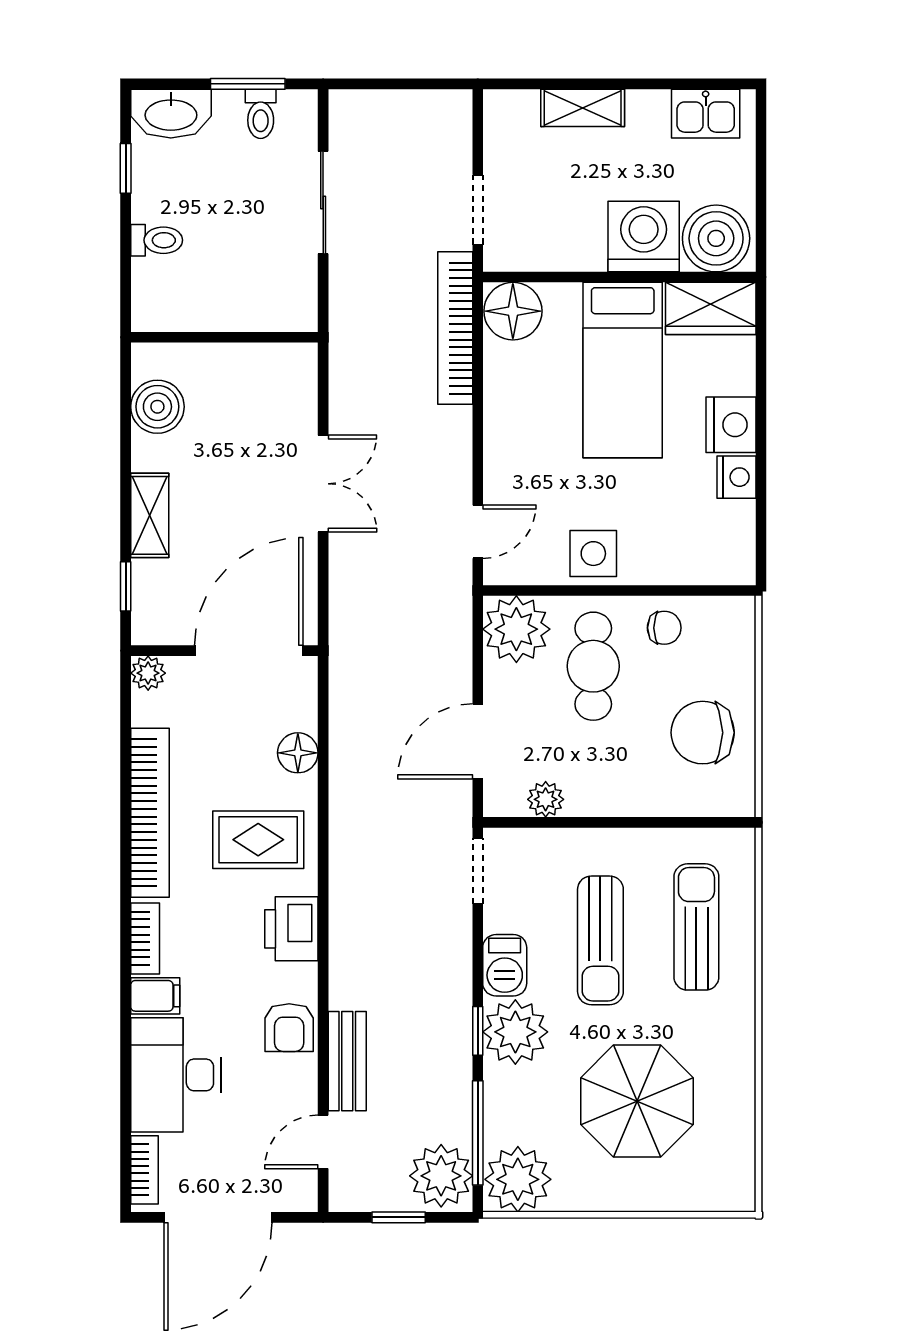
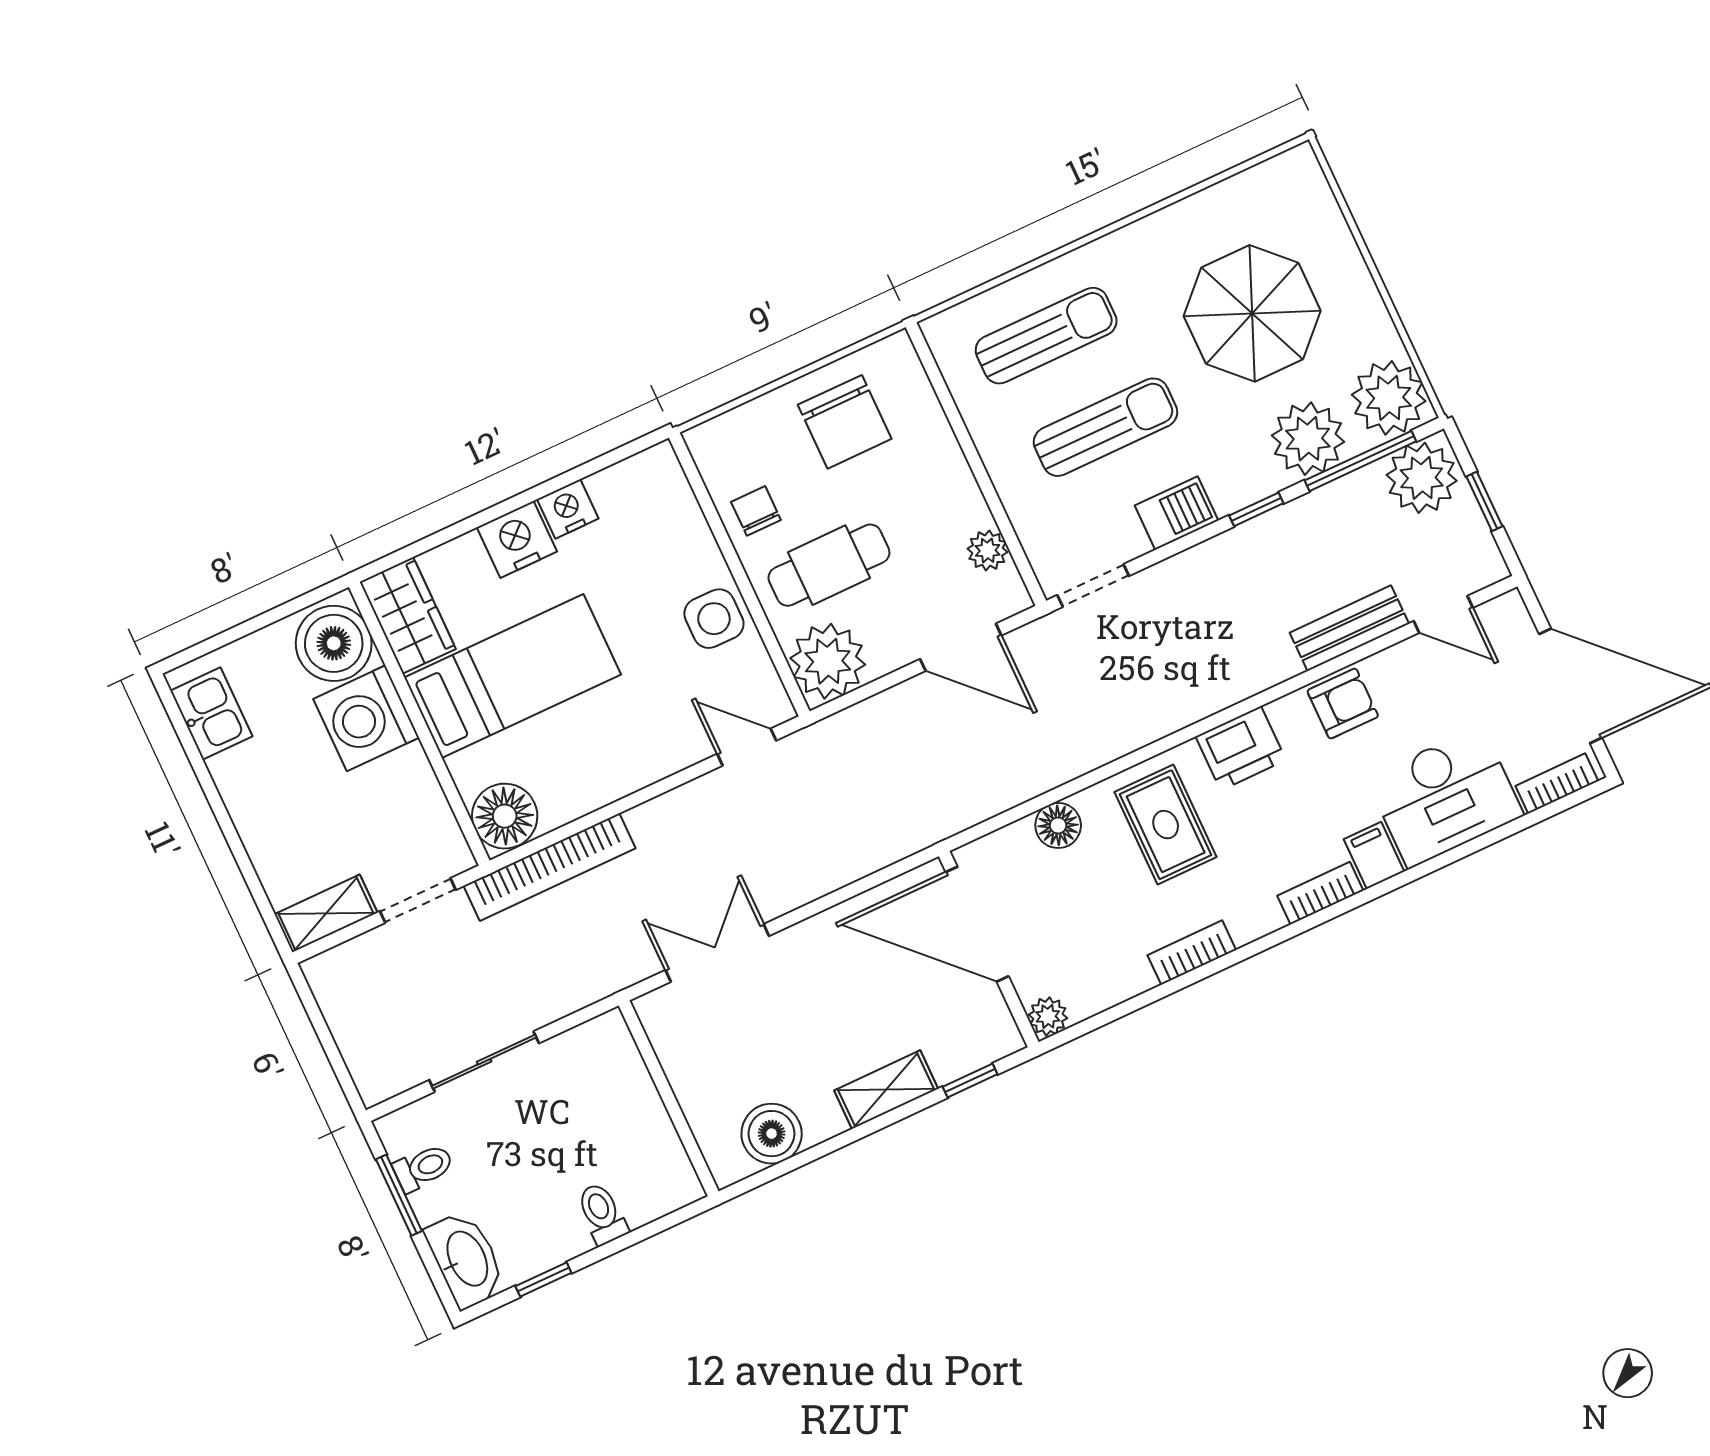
shelving: (583, 108) -> (326, 914), moved, turned 90
double door: (323, 484) -> (717, 953), moved
bookcase: (150, 813) -> (1192, 953), width x0.43, depth x0.76
sun lounger: (696, 927) -> (1046, 336), turned 180
plant: (515, 1032) -> (1308, 439), moved

